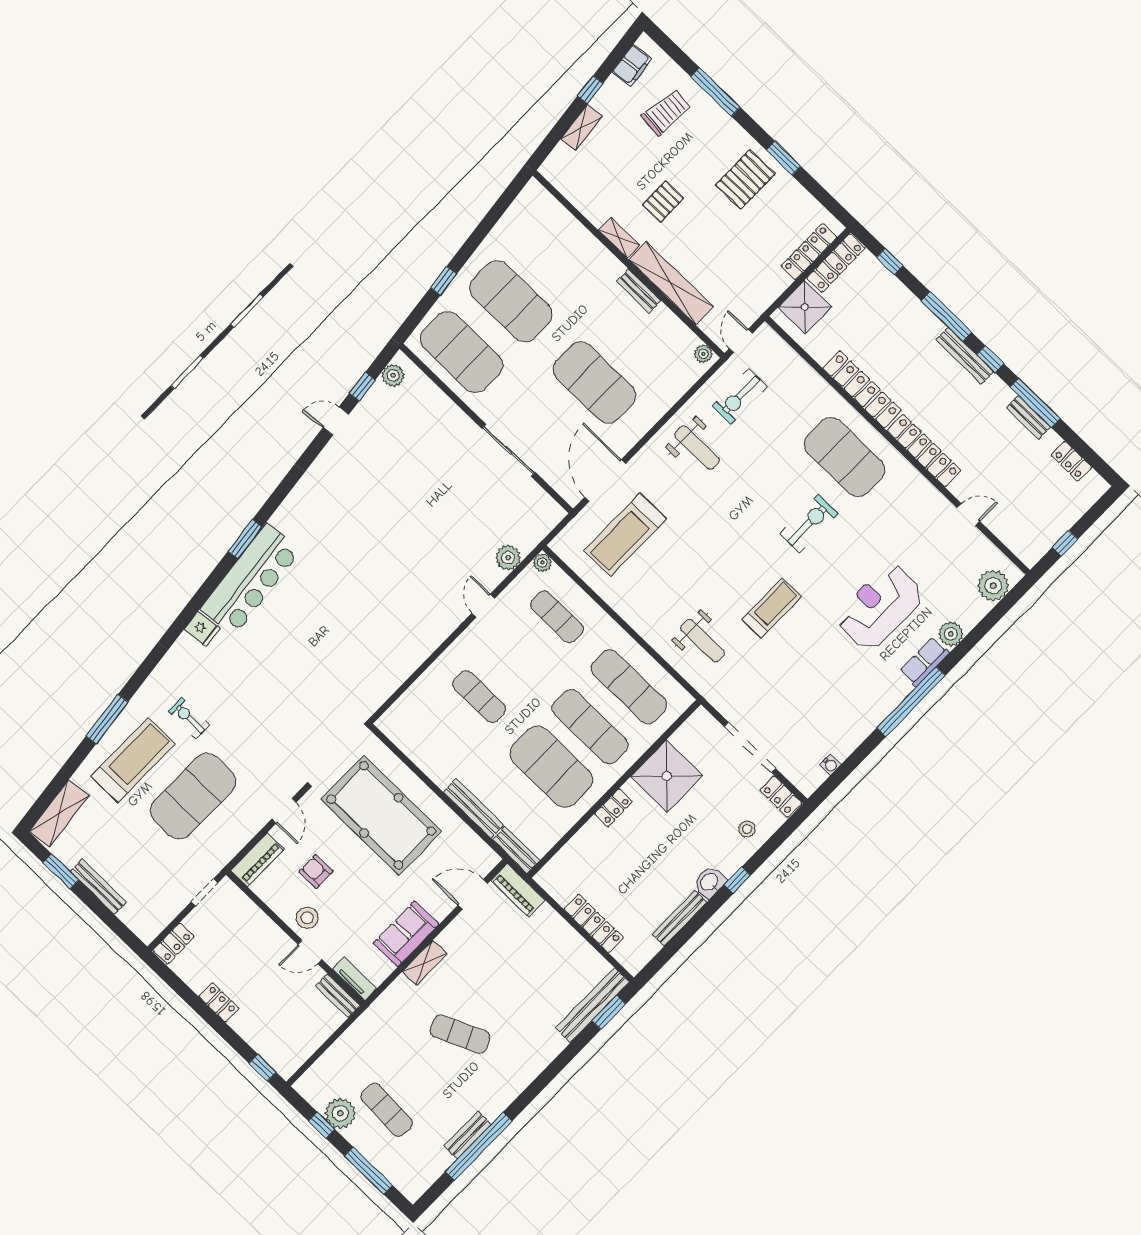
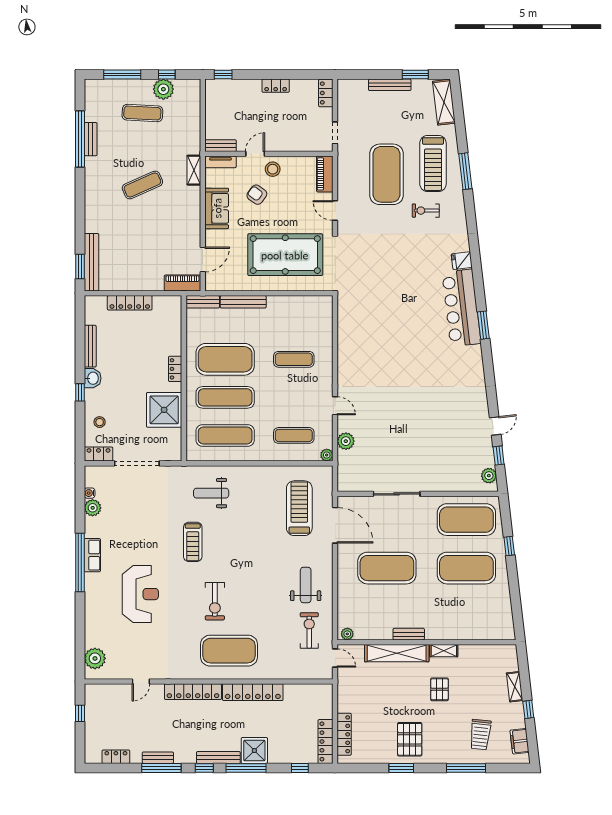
shower: (805, 307) -> (254, 751), moved
weight bench: (697, 448) -> (306, 585), turned 90
plant: (951, 634) -> (93, 508), moved
row of seats: (924, 662) -> (92, 555), moved
exercise bike: (189, 718) -> (426, 211), turned 180
armchair: (316, 871) -> (257, 195), moved, turned -144
shelving: (424, 963) -> (194, 170), moved

